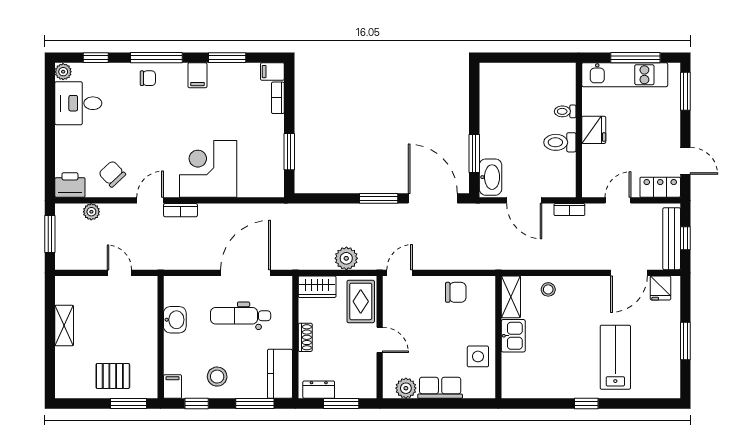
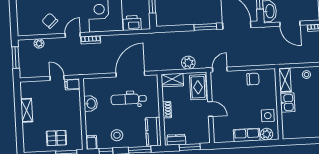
printer: (70, 185) -> (132, 23), moved
filing cabinet: (145, 285) -> (72, 84), added
plant: (406, 388) -> (267, 134), moved

